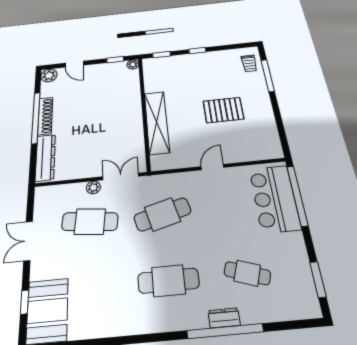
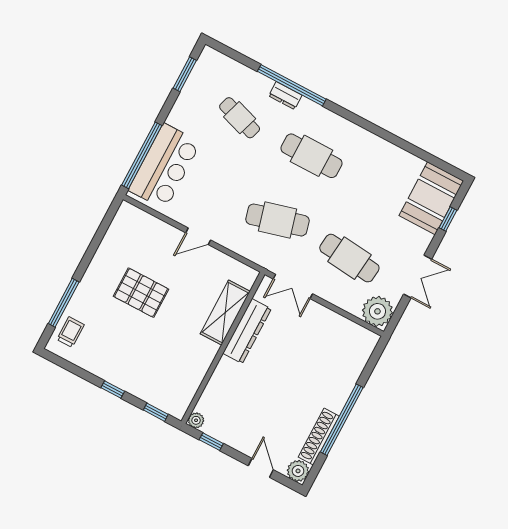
shoe rack: (45, 116) -> (319, 437), moved
shelving: (157, 122) -> (225, 313), width x0.68
dresser: (45, 157) -> (247, 331), moved, turned 180
plant: (93, 187) -> (377, 311), moved, width x1.87, depth x1.87

